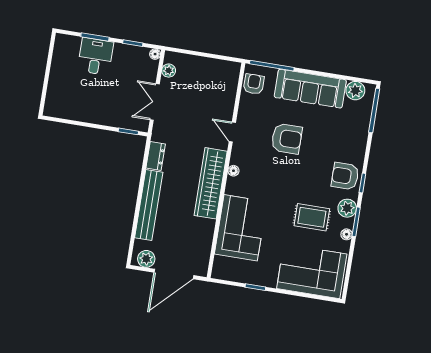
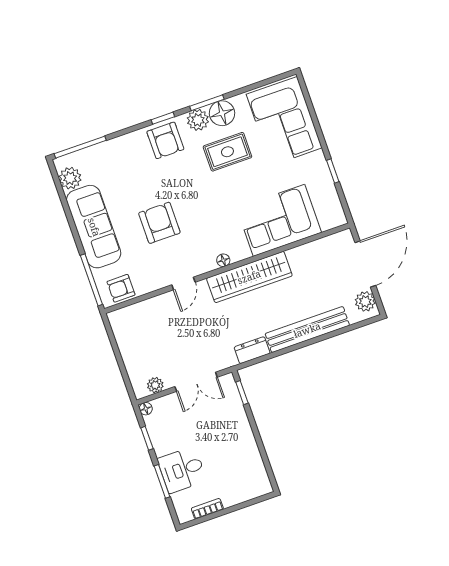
bookcase: (57, 59) -> (207, 509), added
rug: (312, 217) -> (227, 152), turned 90
floor lamp: (347, 234) -> (222, 113), width x1.89, depth x1.89
door: (174, 274) -> (365, 264), hinge flipped

